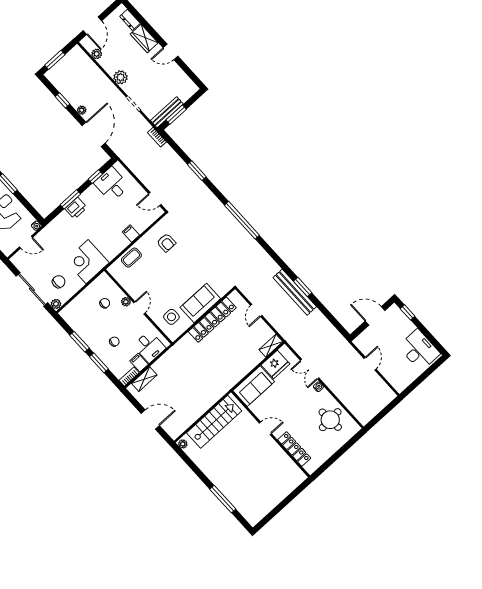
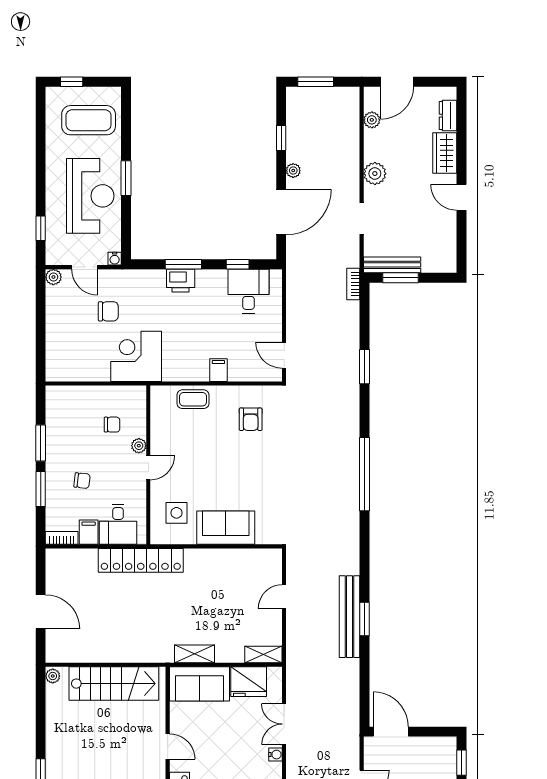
chair: (59, 282) -> (108, 311), moved
sliding door: (32, 289) -> (41, 330), removed
plant: (56, 304) -> (53, 277), moved
door: (375, 316) -> (391, 732), moved
locker: (212, 320) -> (141, 560), moved
shelving: (144, 379) -> (195, 654), moved

